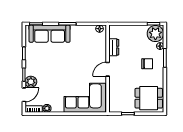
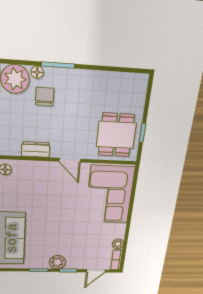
chair: (147, 64) -> (45, 97), moved
plant: (31, 82) -> (57, 262), moved
door: (24, 95) -> (96, 271), swing flipped
dining table: (149, 98) -> (116, 135), moved

